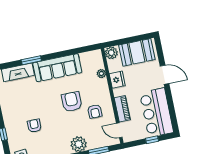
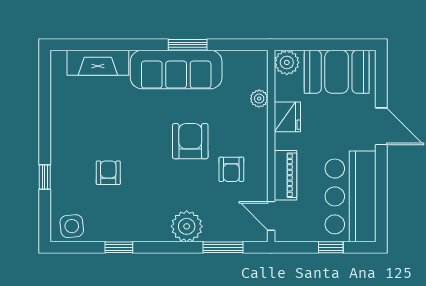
window: (31, 60) -> (188, 45), moved

